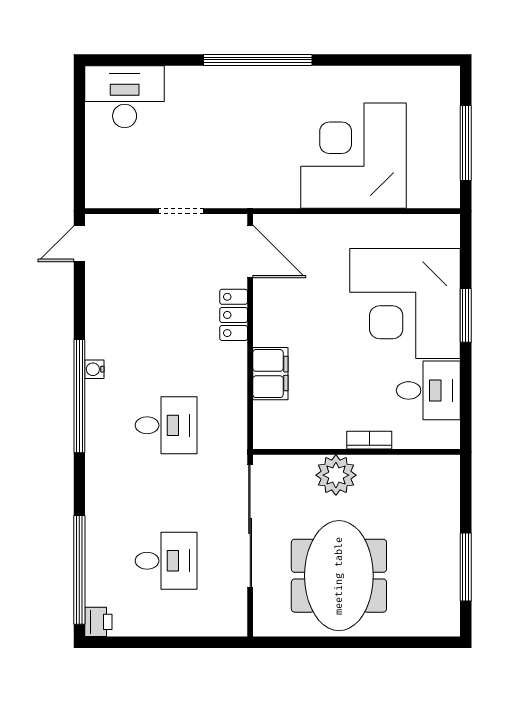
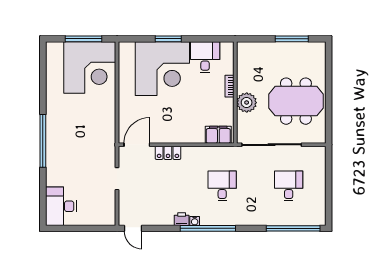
corner desk: (354, 156) -> (90, 67), moved, turned -90
filing cabinet: (270, 374) -> (218, 135), moved
printer: (98, 622) -> (182, 219), moved

